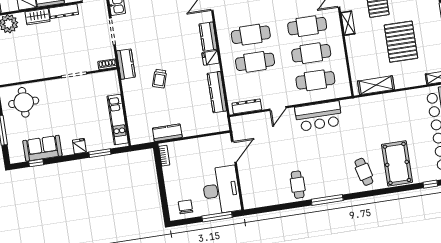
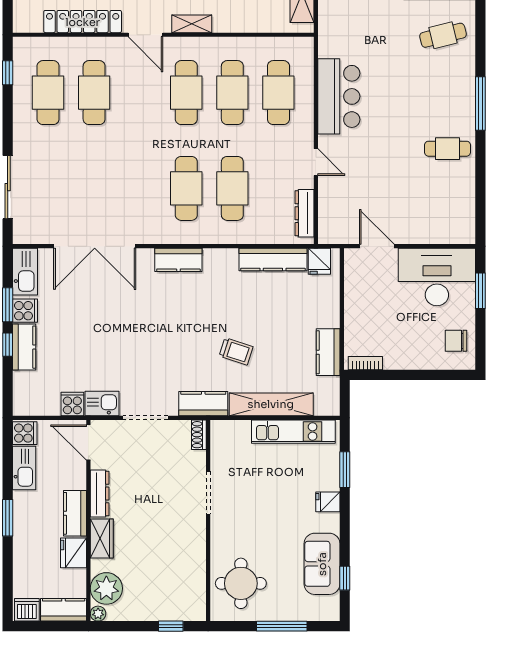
fridge: (211, 58) -> (319, 261), moved
shelving: (132, 104) -> (271, 404), added
window: (217, 217) -> (480, 291), width x0.69

